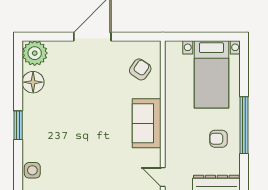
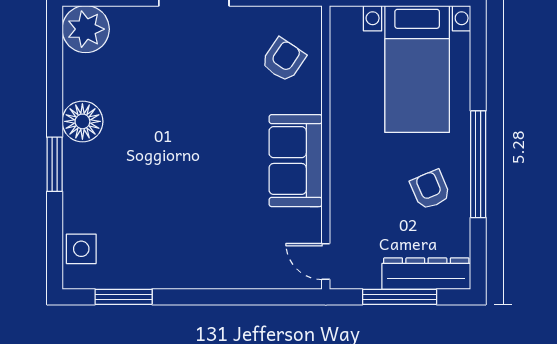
floor lamp: (33, 82) -> (82, 121), moved
armchair: (218, 139) -> (430, 190), turned 67

